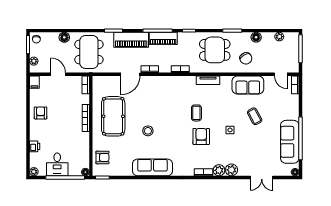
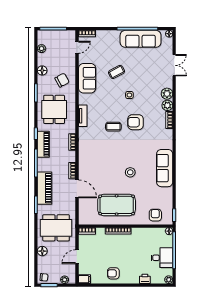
piano: (163, 38) -> (43, 144), moved

